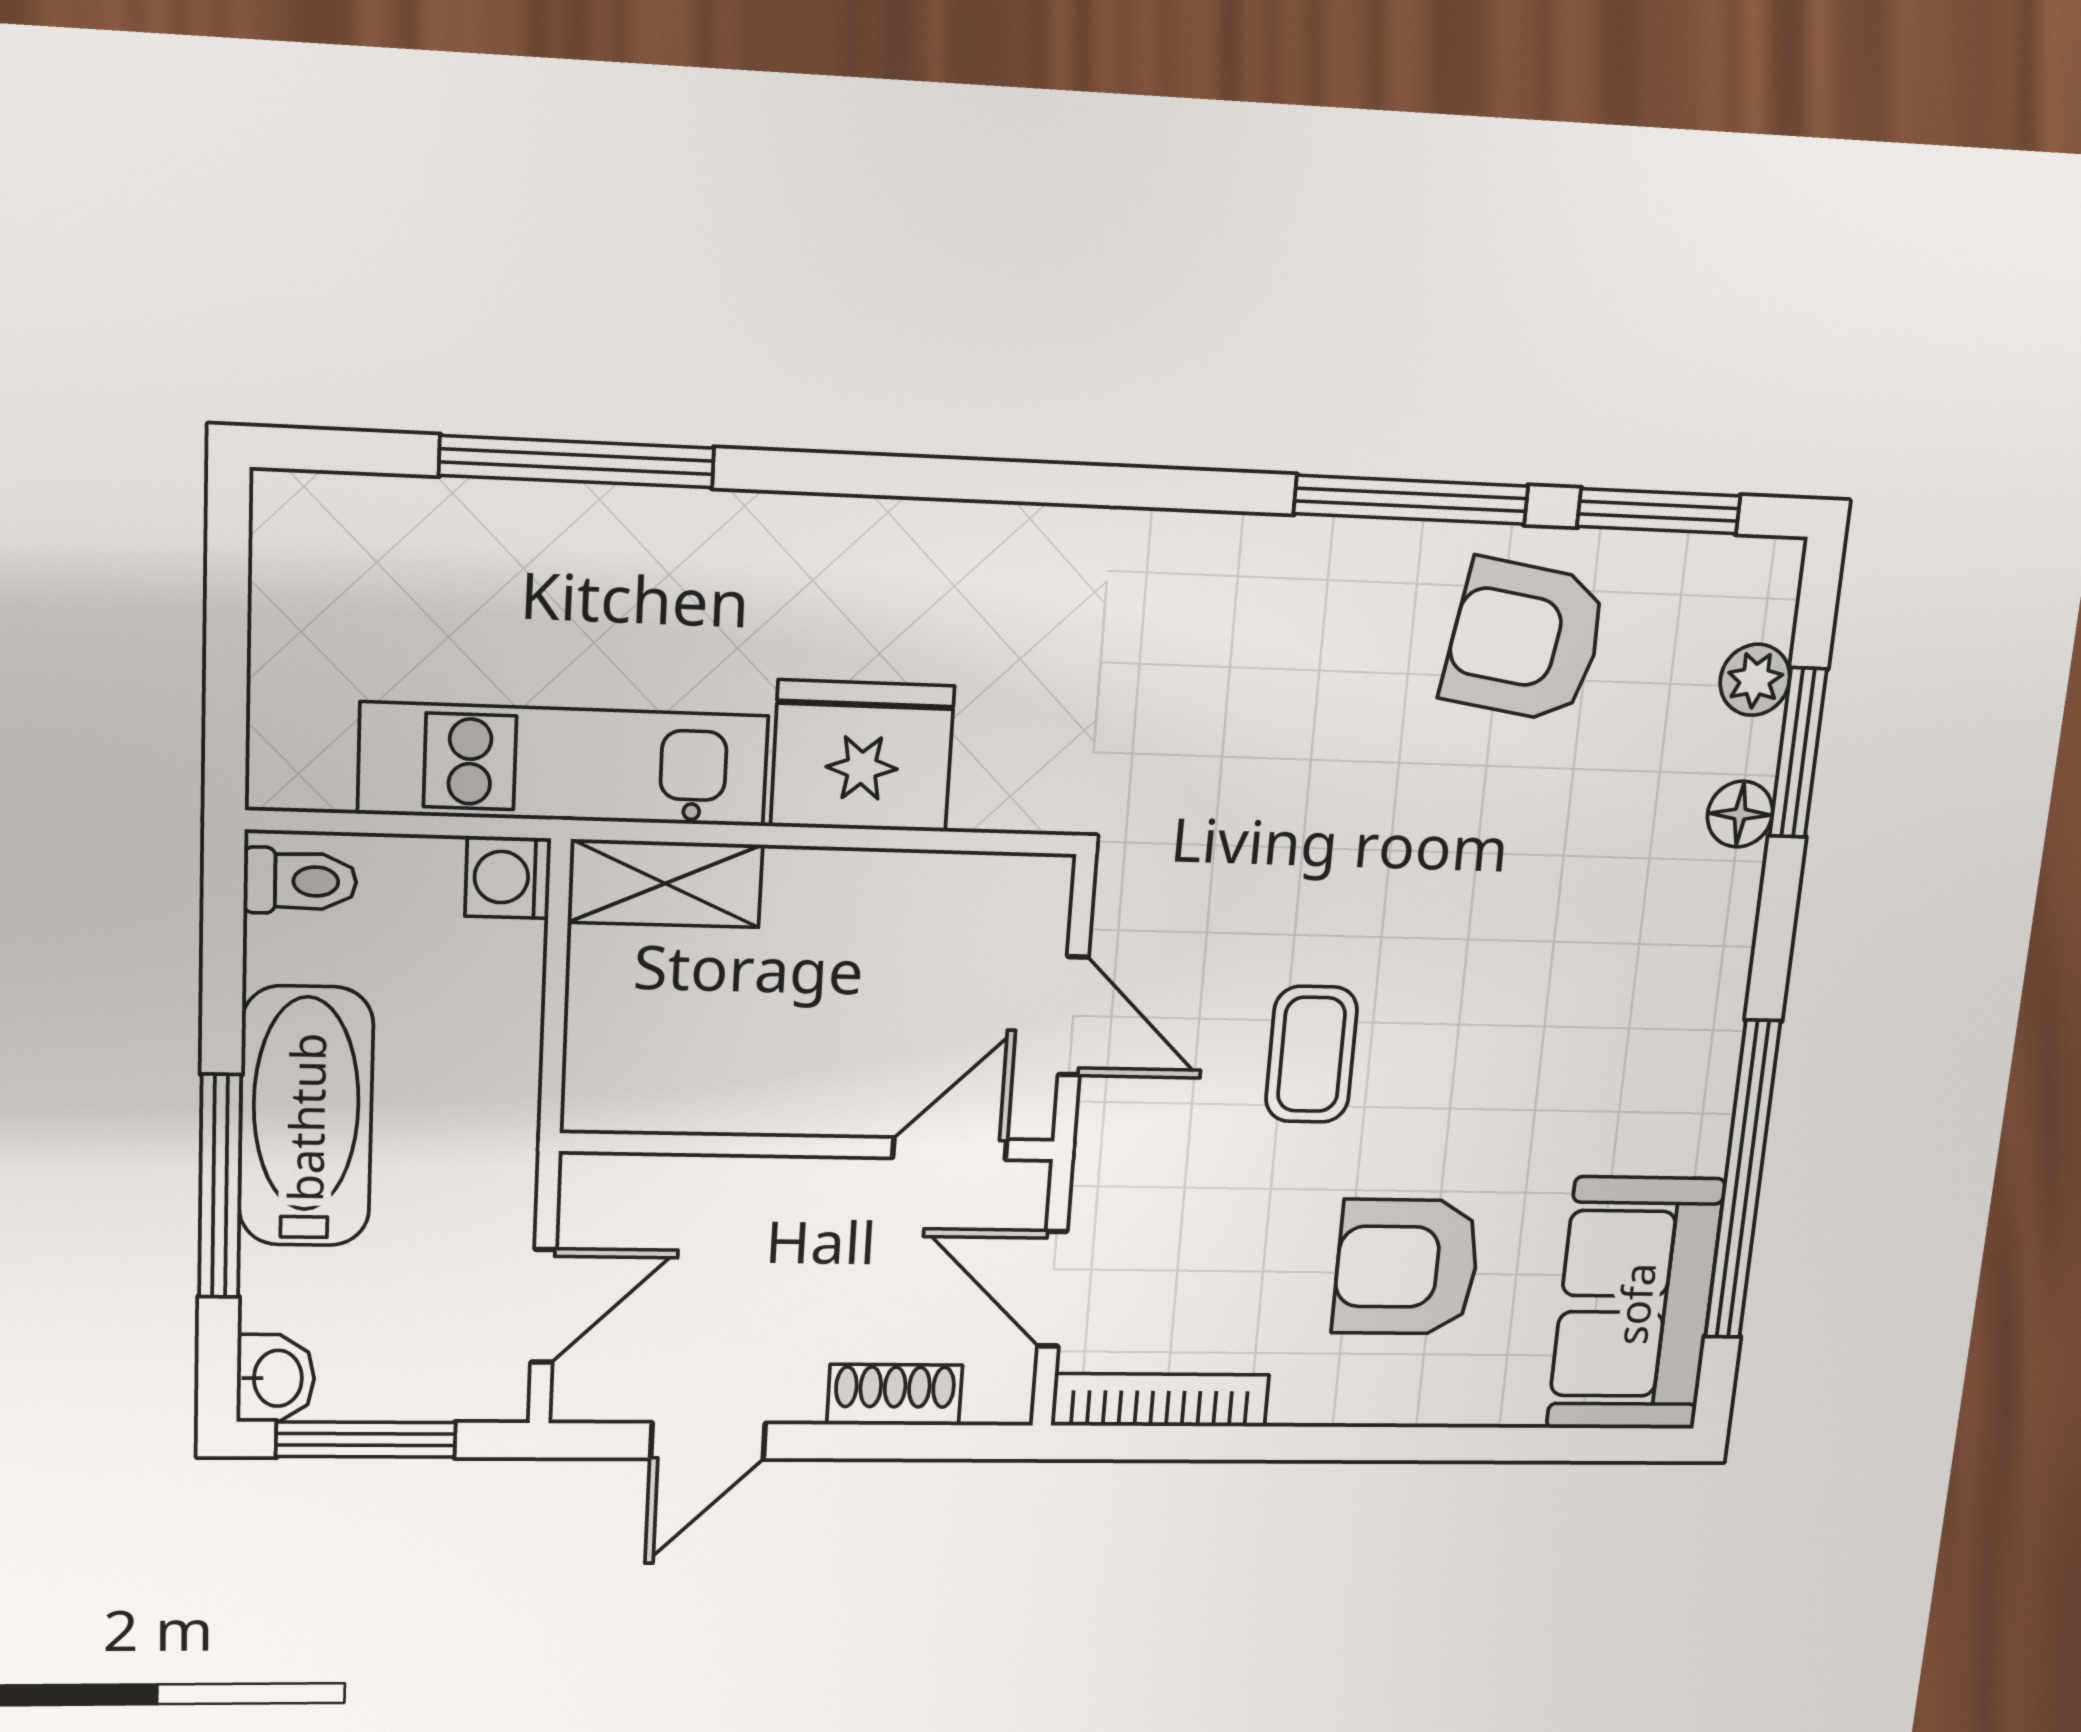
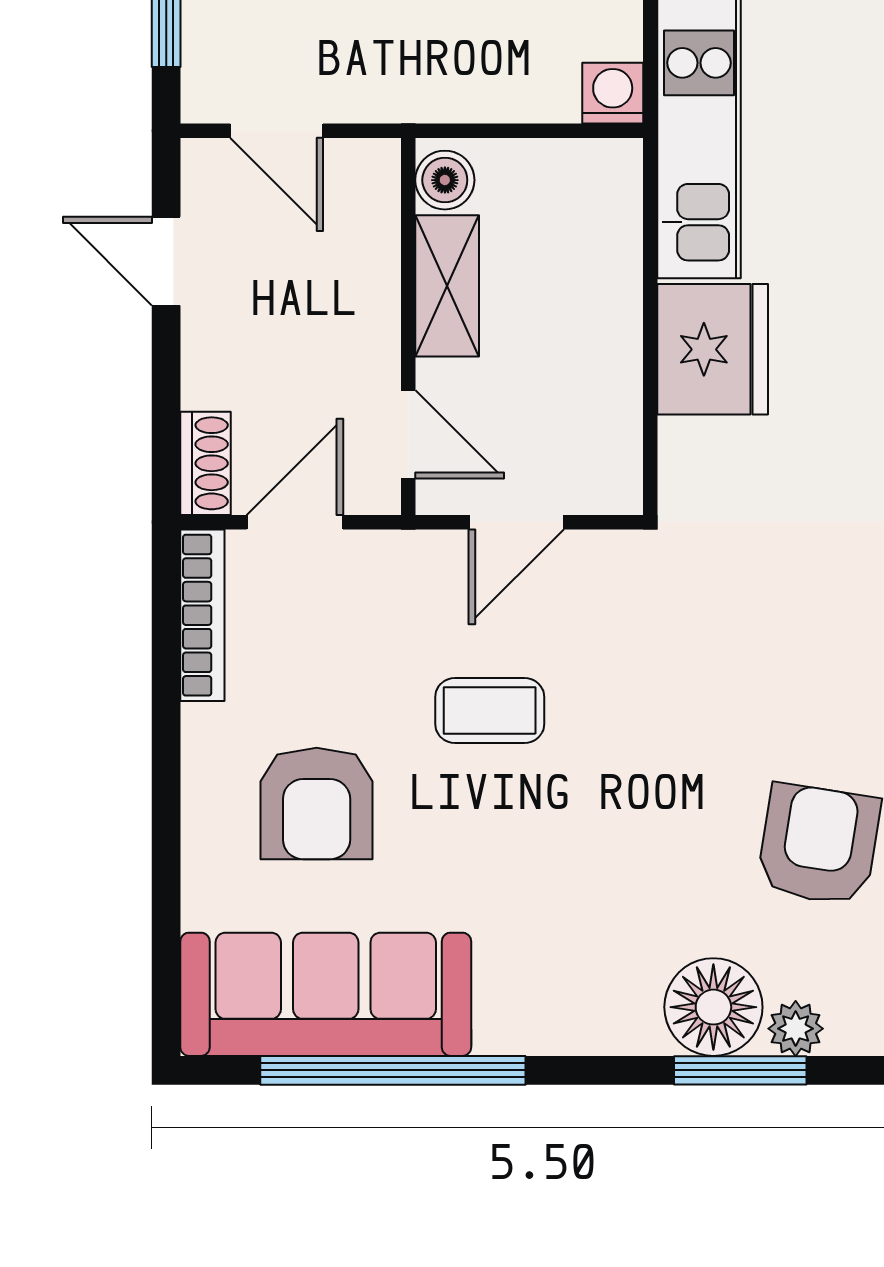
floor lamp: (1740, 814) -> (713, 1007), width x1.89, depth x1.89
shelving: (665, 884) -> (447, 286), moved
boiler: (618, 1097) -> (445, 180), added
armchair: (1407, 1267) -> (317, 804), turned 180
sofa: (1635, 1304) -> (326, 994), width x1.36
shoe rack: (895, 1395) -> (206, 463), moved

